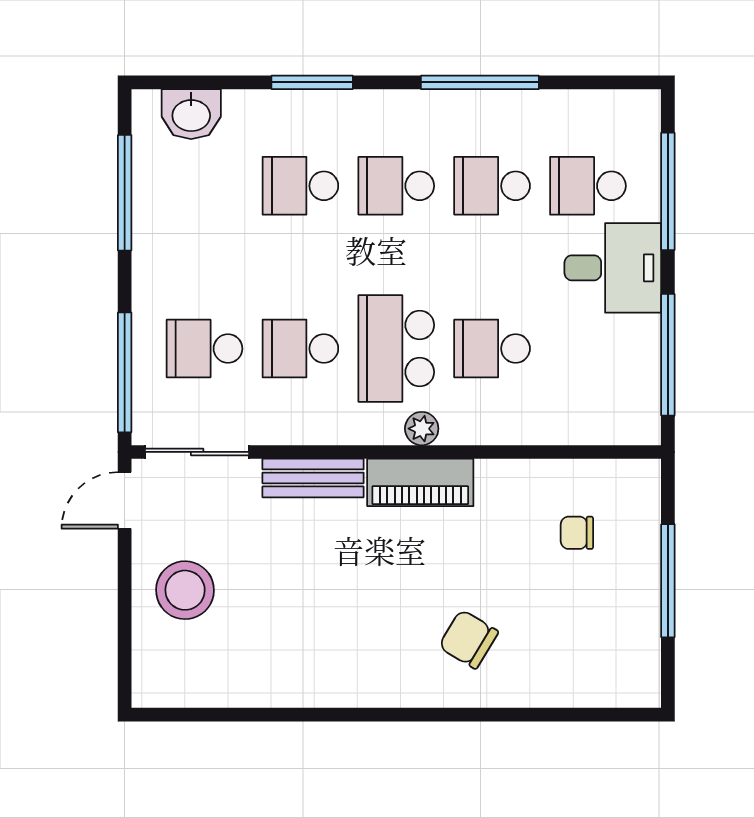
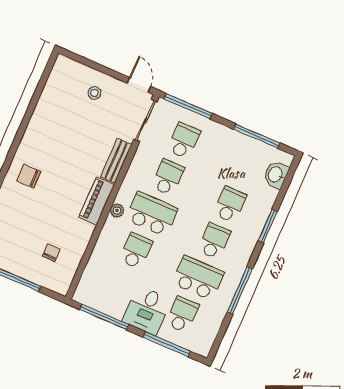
school desk: (492, 186) -> (198, 278), width x1.85
stool: (185, 590) -> (95, 93), width x0.53, depth x0.53
chair: (468, 639) -> (29, 176), moved, turned -121

